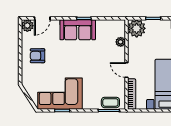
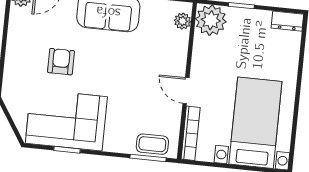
plant: (121, 42) -> (183, 21), moved
armchair: (38, 56) -> (61, 62), moved, turned 90

